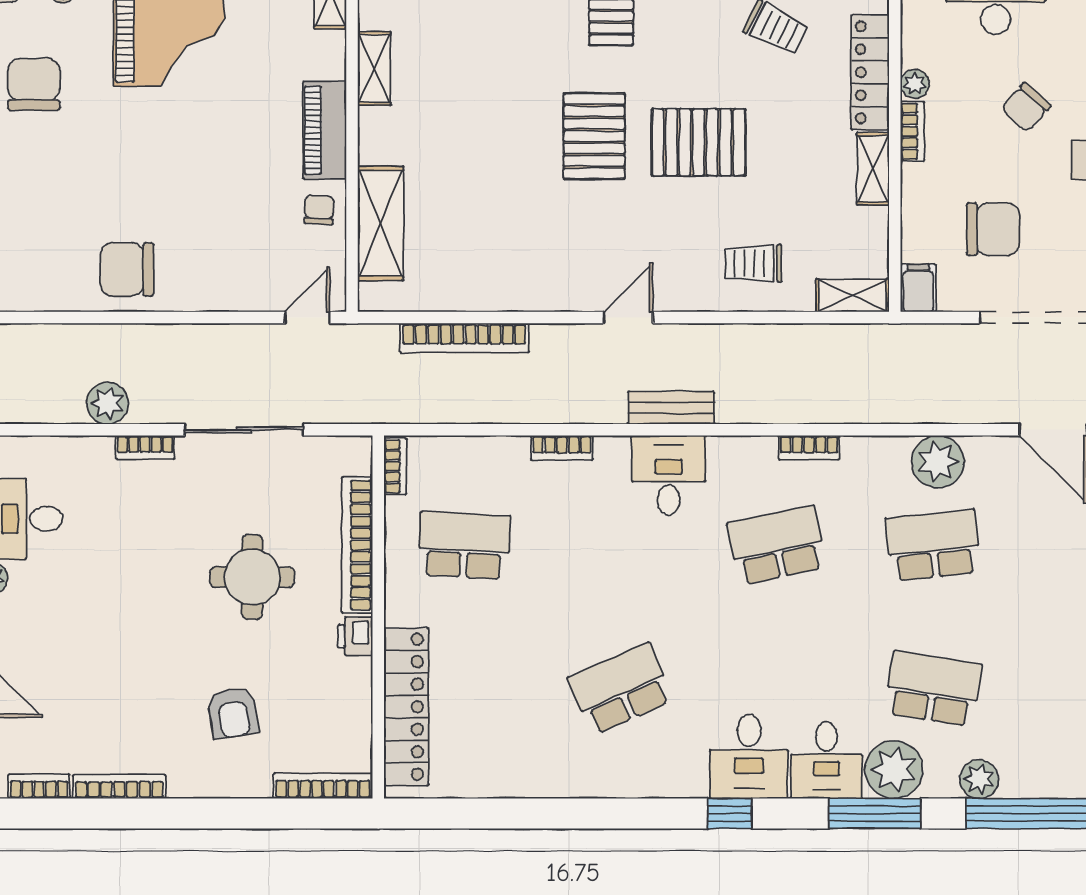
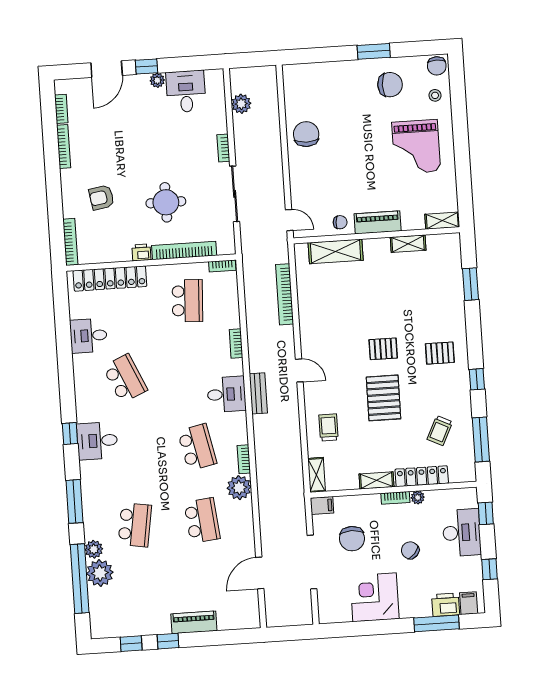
pallet: (594, 136) -> (383, 349), width x0.67, depth x0.71
plant: (108, 403) -> (241, 104), moved
plant: (938, 462) -> (239, 488), moved
desk: (826, 760) -> (89, 336), moved
plant: (894, 770) -> (100, 573), moved

